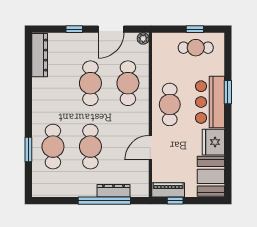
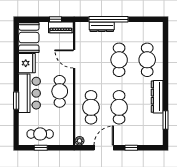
dresser: (40, 55) -> (157, 97), moved
door: (150, 148) -> (74, 59), swing flipped
window: (28, 149) -> (166, 120), moved

